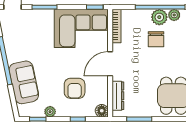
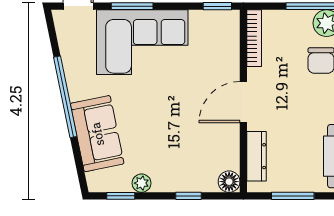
corner sofa: (81, 28) -> (142, 42), moved
armchair: (75, 88) -> (183, 144), removed

